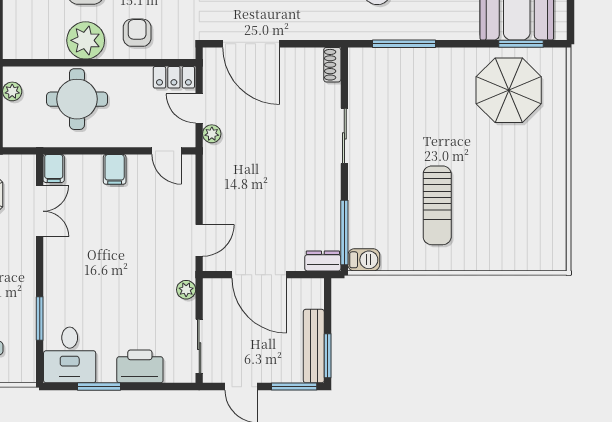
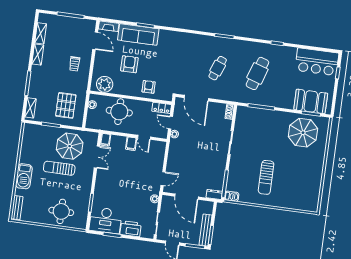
plant: (86, 40) -> (105, 84), moved
door: (167, 151) -> (144, 137), moved
desk: (70, 355) -> (106, 220), width x1.37

